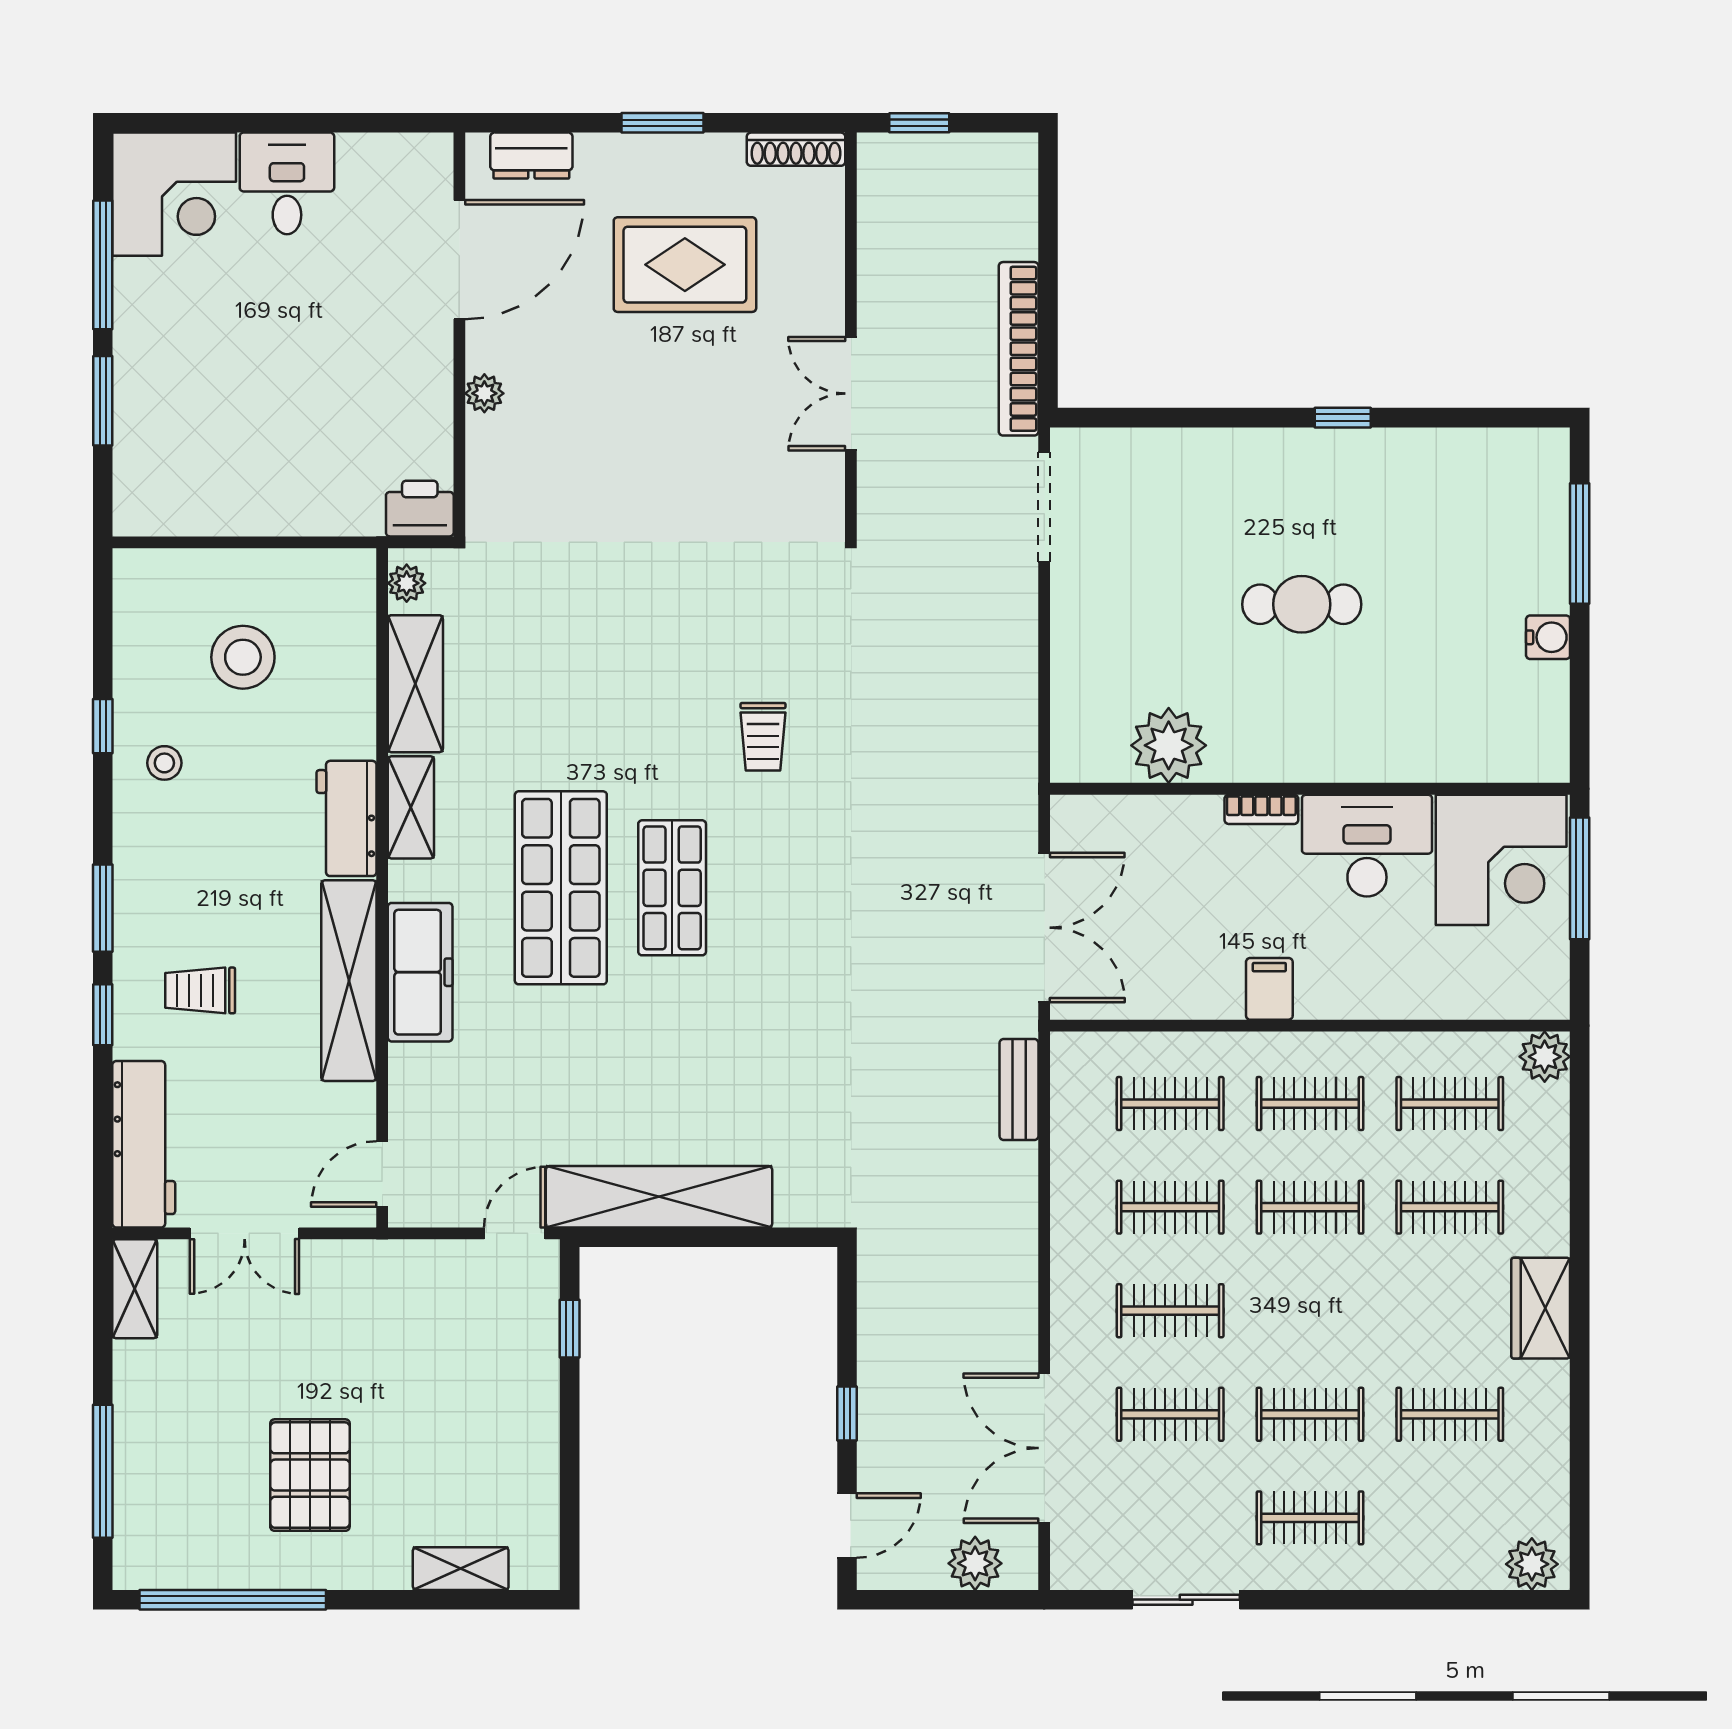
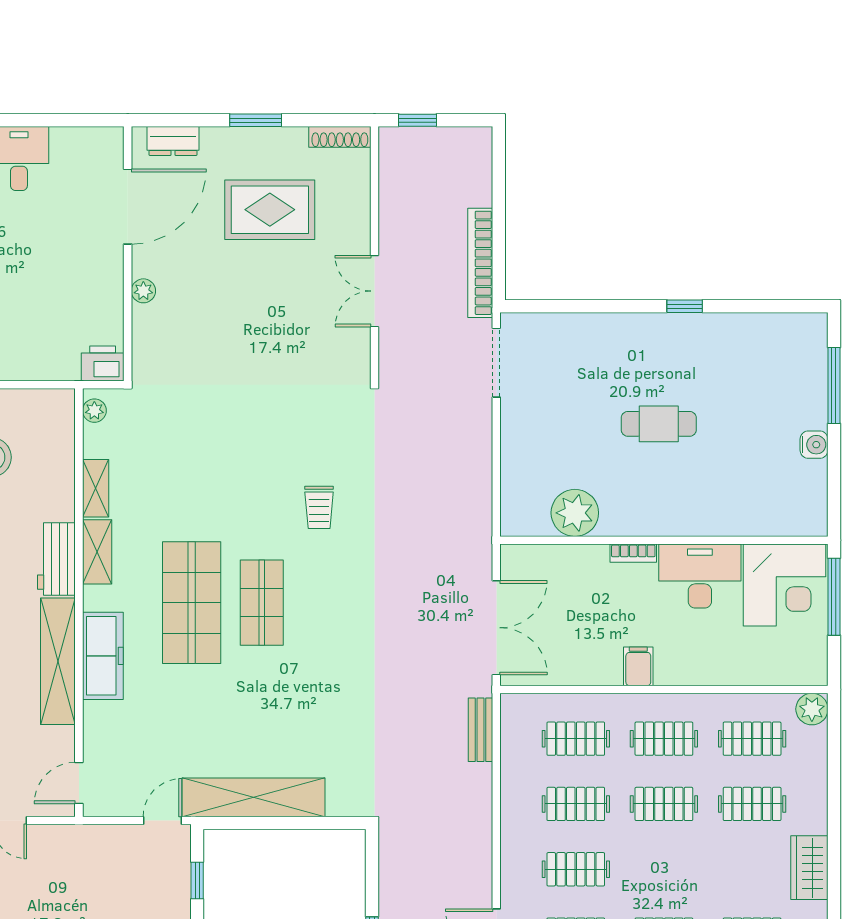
shelving: (415, 684) -> (96, 488), width x0.67, depth x0.75

